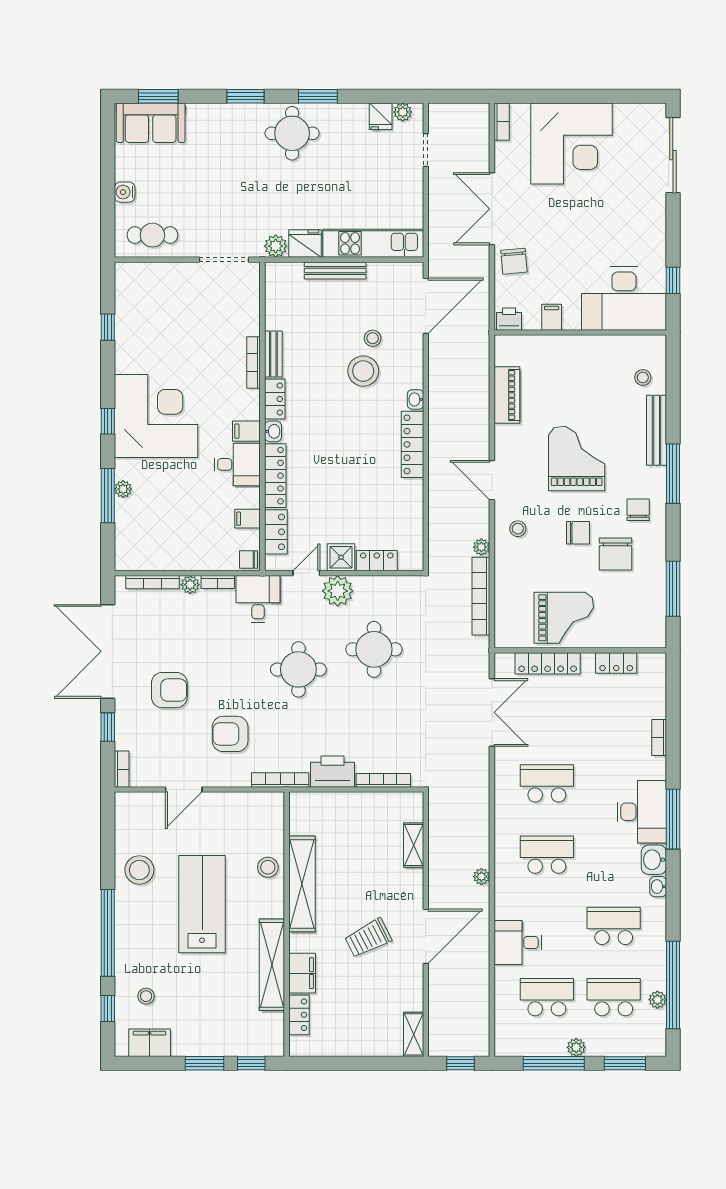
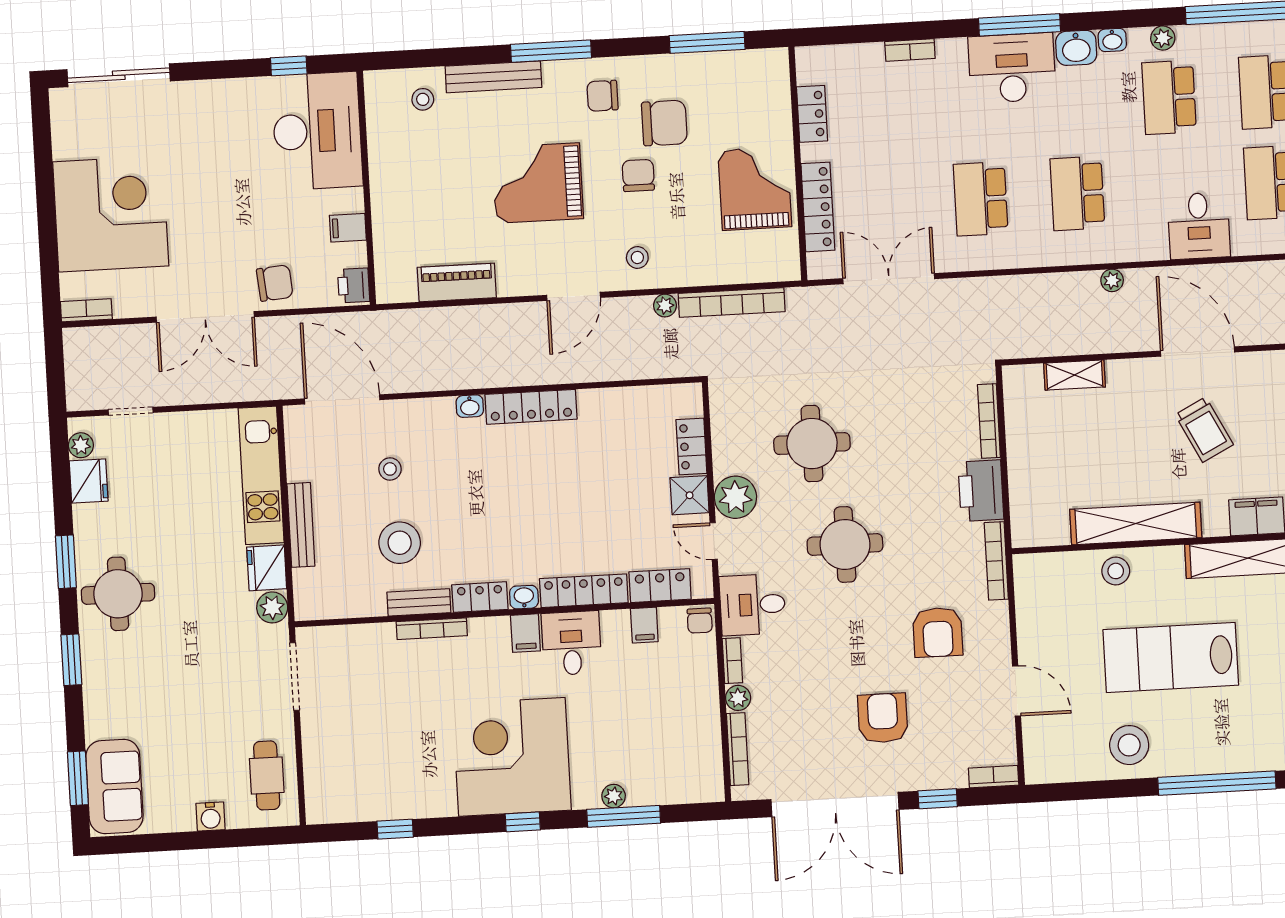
fridge: (381, 116) -> (89, 481), width x1.38
stool: (363, 371) -> (400, 543), moved
plant: (657, 1000) -> (1163, 38), moved

